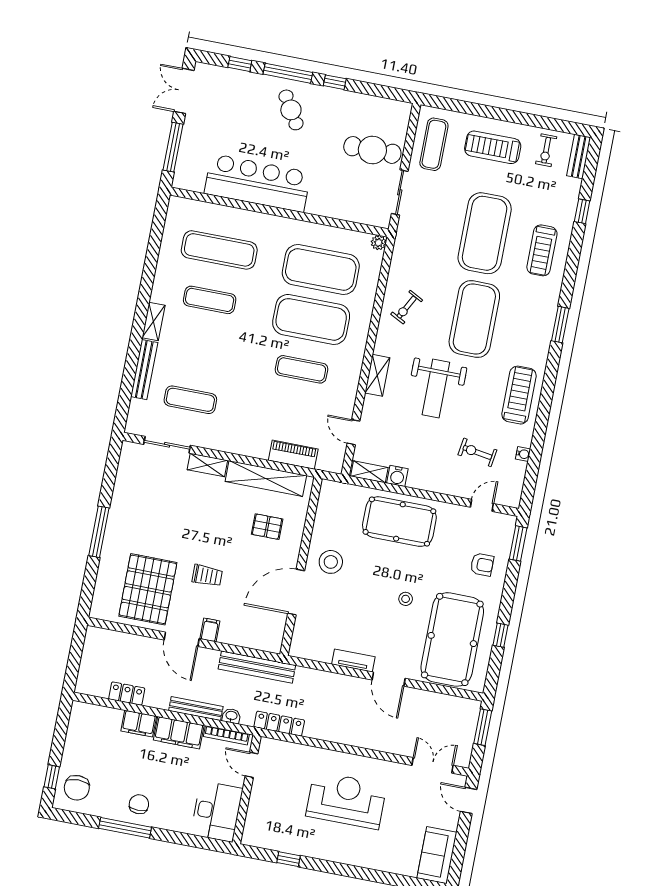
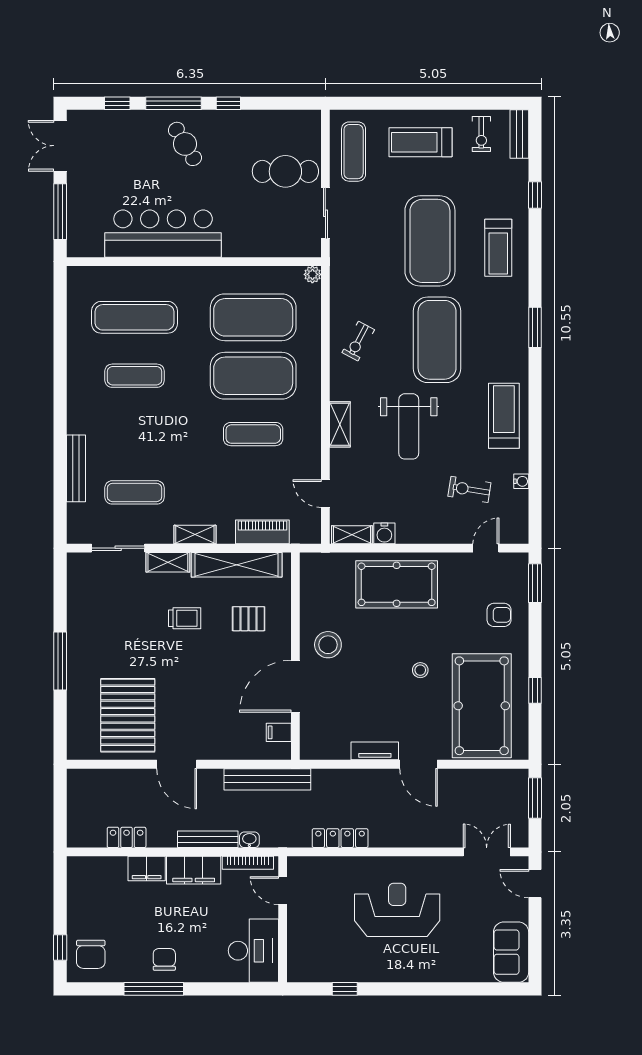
shelving: (154, 322) -> (195, 534), moved, turned 90
trolley: (207, 576) -> (185, 618), moved
filing cabinet: (210, 630) -> (279, 732), moved, turned -90
locker: (279, 724) -> (340, 838), moved

